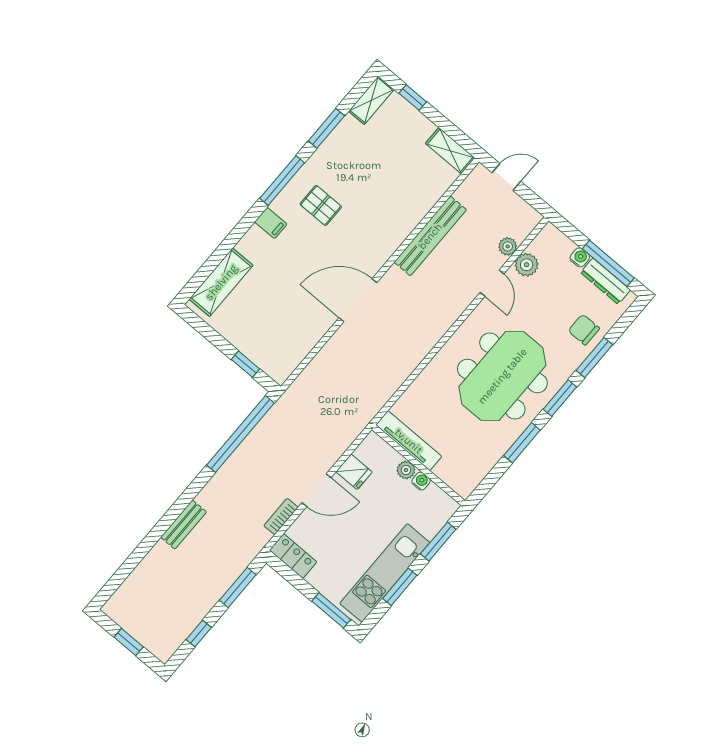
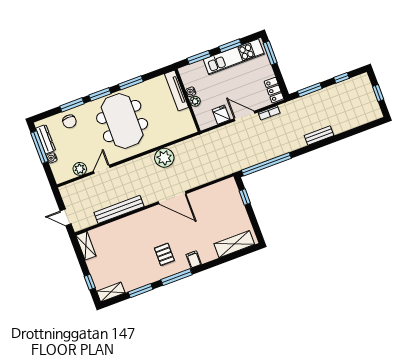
plant: (508, 246) -> (164, 158), moved, width x1.88, depth x1.88
meeting table: (502, 376) -> (122, 121), turned 90
tv unit: (409, 441) -> (177, 90), moved

